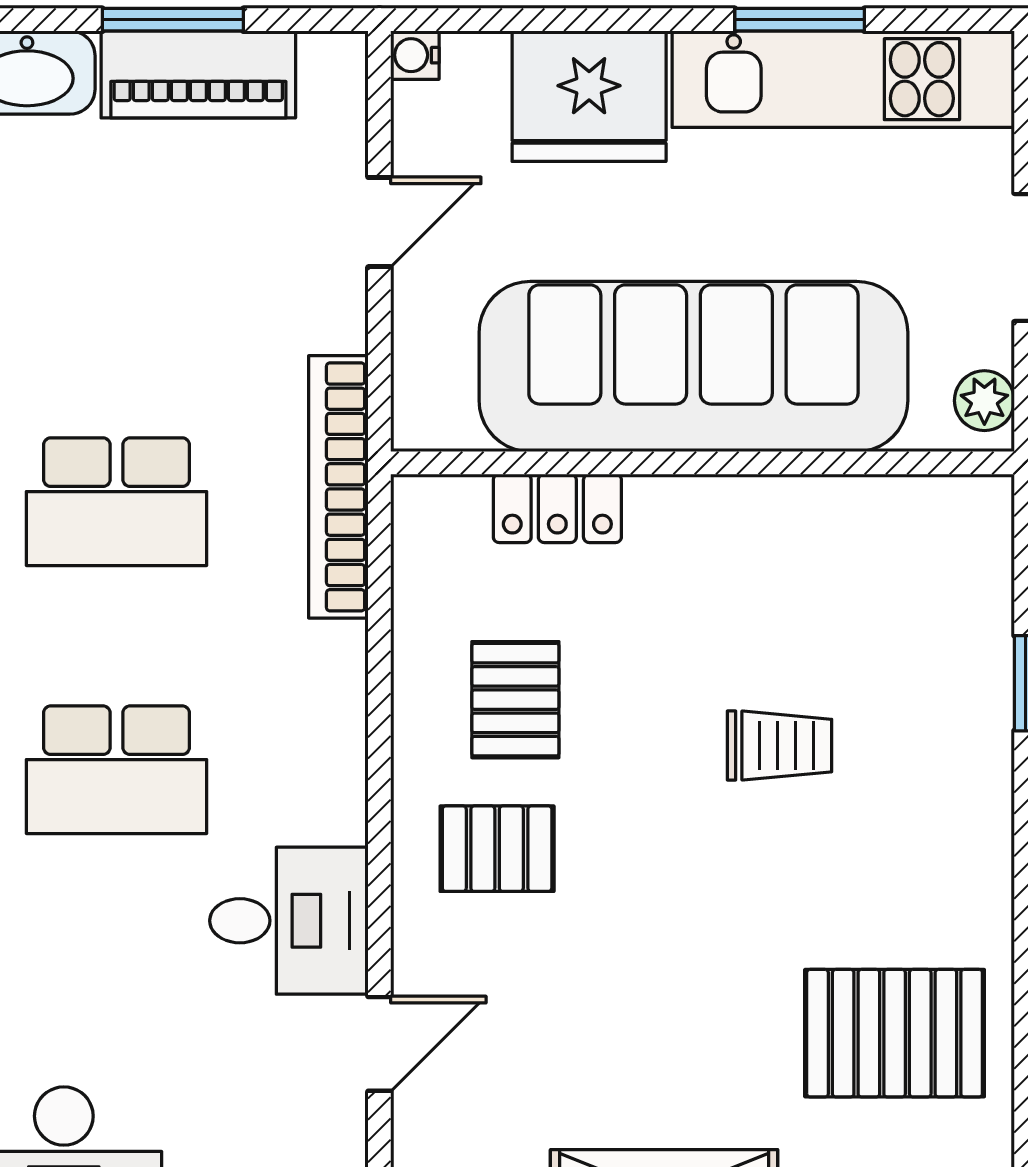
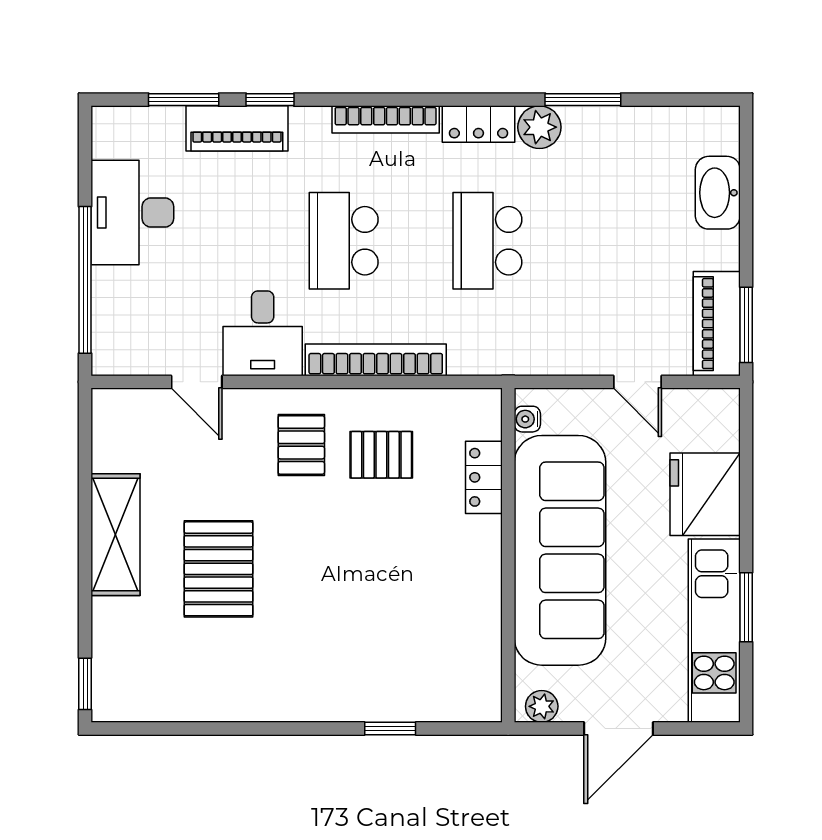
window: (173, 20) -> (746, 325), moved
water cooler: (415, 55) -> (527, 419), moved, turned -90
piano: (198, 74) -> (717, 324), moved
bookcase: (338, 487) -> (376, 360), moved
trolley: (780, 746) -> (357, 596), removed
pallet: (895, 1033) -> (218, 569), moved

